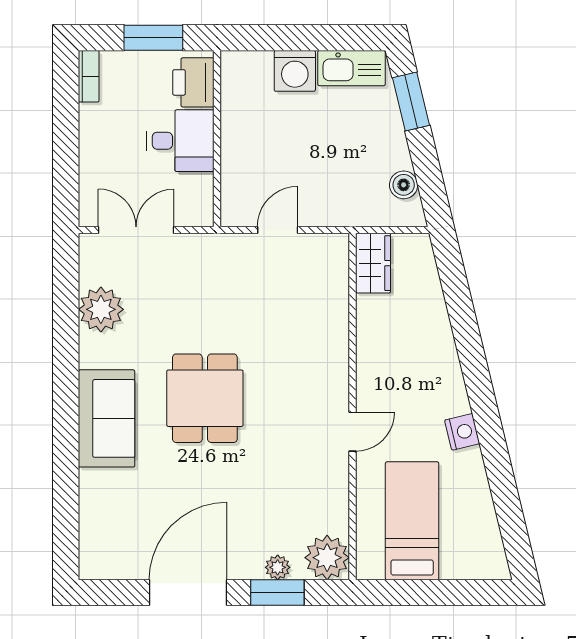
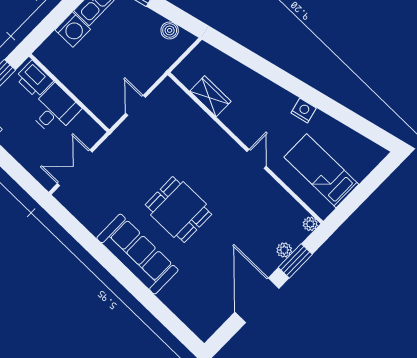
wardrobe: (373, 263) -> (210, 96), moved
plant: (101, 309) -> (95, 217), removed
sofa: (106, 418) -> (137, 254), width x1.36
plant: (327, 558) -> (310, 224), width x0.53, depth x0.53

